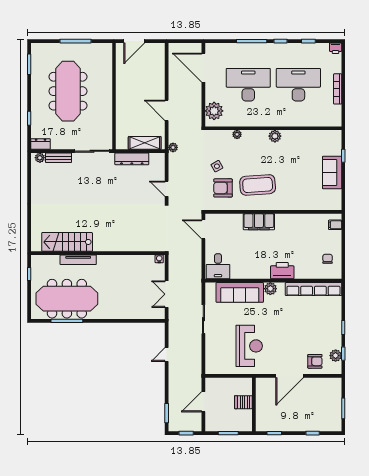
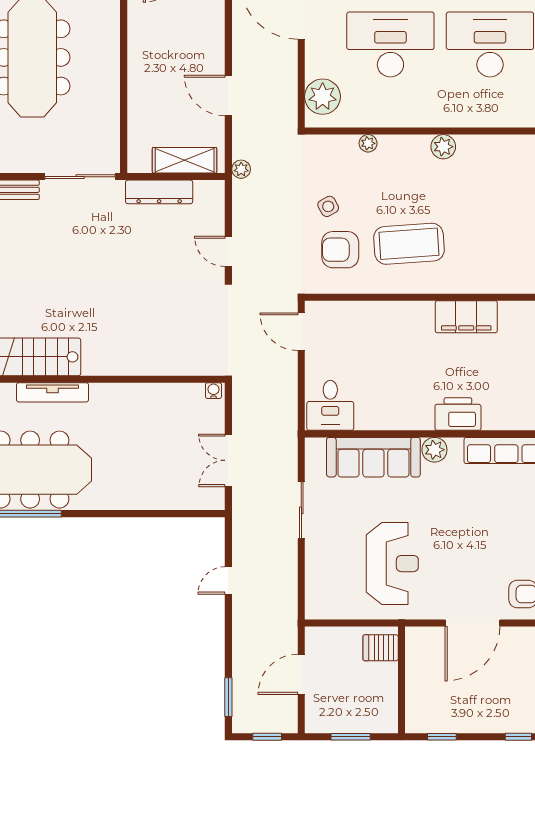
filing cabinet: (259, 222) -> (466, 317), moved
server rack: (243, 402) -> (381, 648), moved

